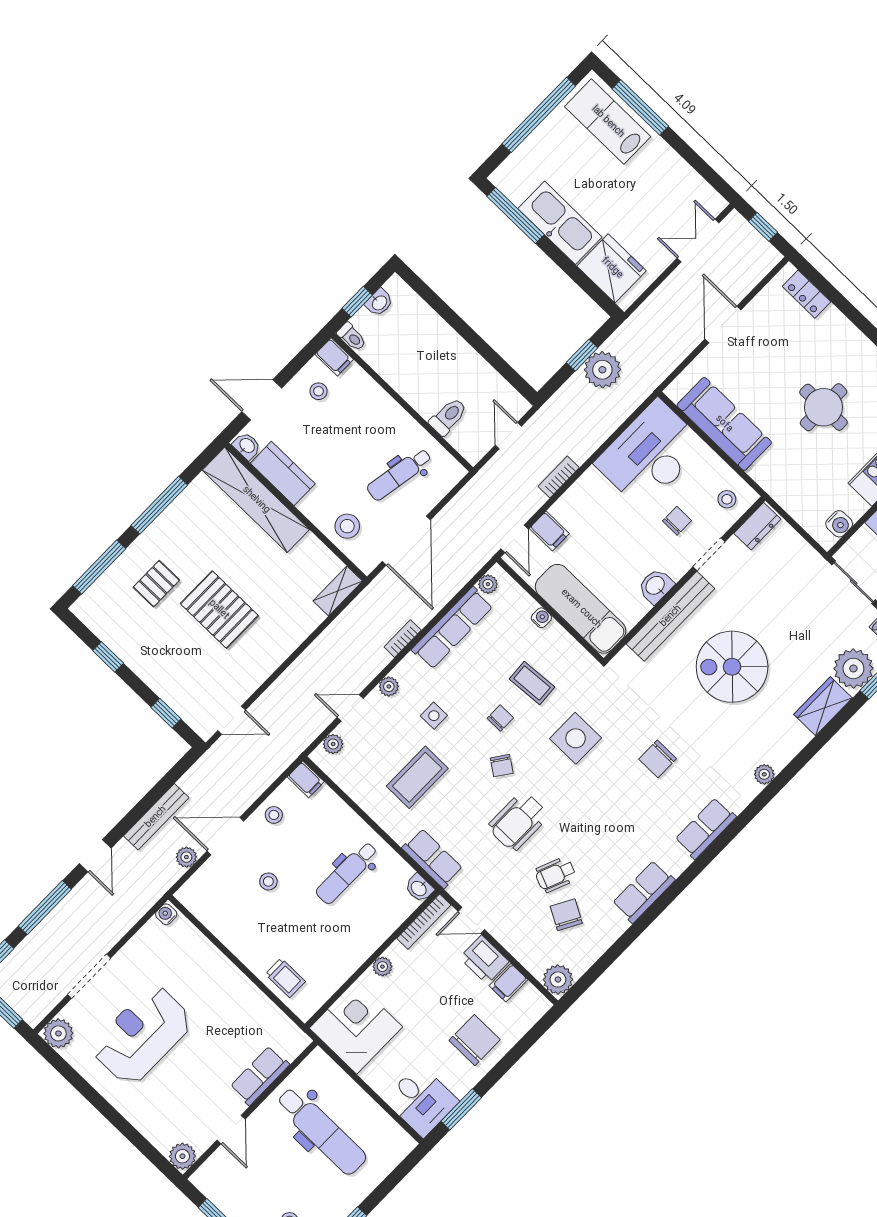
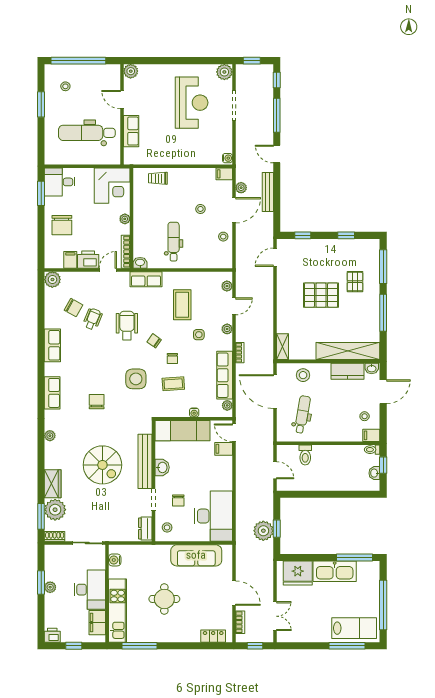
bookcase: (559, 477) -> (240, 622), moved
spiral stairs: (732, 667) -> (102, 465), turned 90
filing cabinet: (306, 779) -> (224, 174), moved

